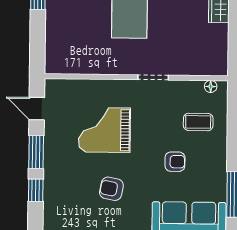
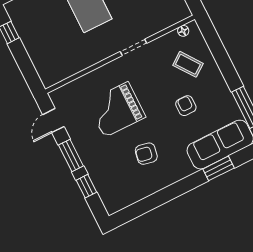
door: (37, 109) -> (53, 121), hinge flipped
coffee table: (198, 122) -> (188, 64), turned 54
armchair: (175, 162) -> (186, 106), turned -90

